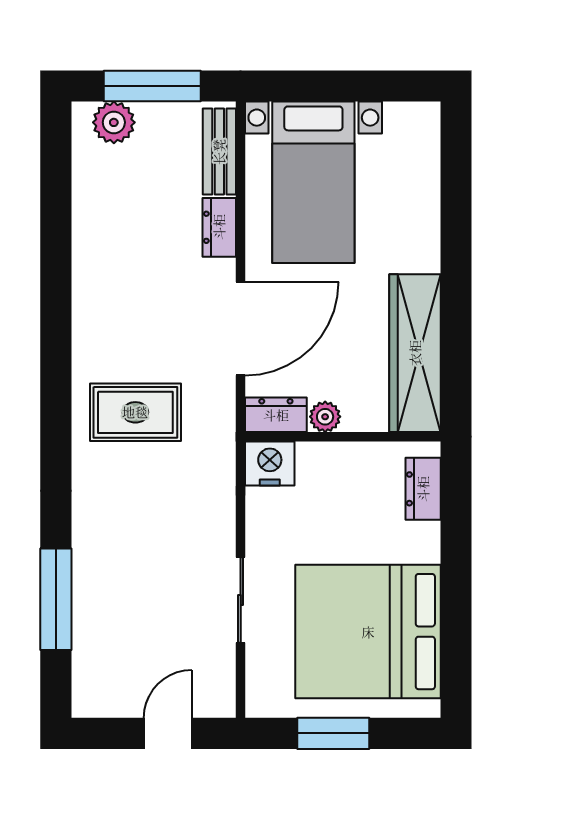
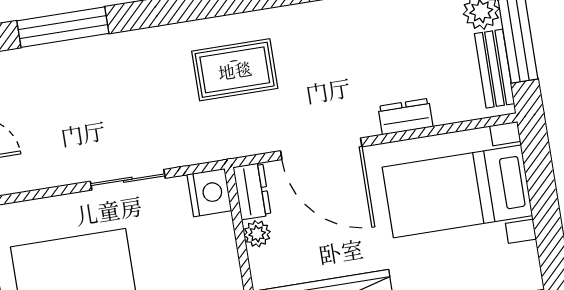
bench: (219, 152) -> (494, 69), moved, turned 90
rug: (135, 412) -> (235, 70), turned 90
sliding door: (241, 600) -> (128, 180), moved

